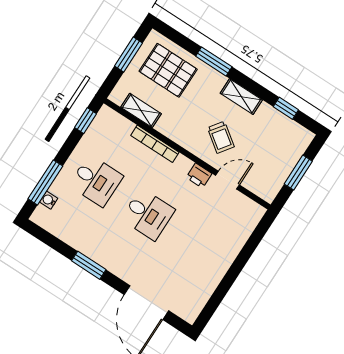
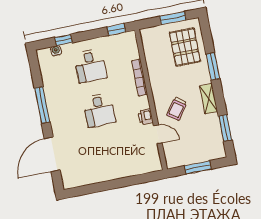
window: (286, 108) -> (225, 128), width x1.50
shelving: (141, 110) -> (150, 53), removed
window: (45, 182) -> (63, 40), width x0.46
window: (89, 265) -> (42, 105), width x1.44

